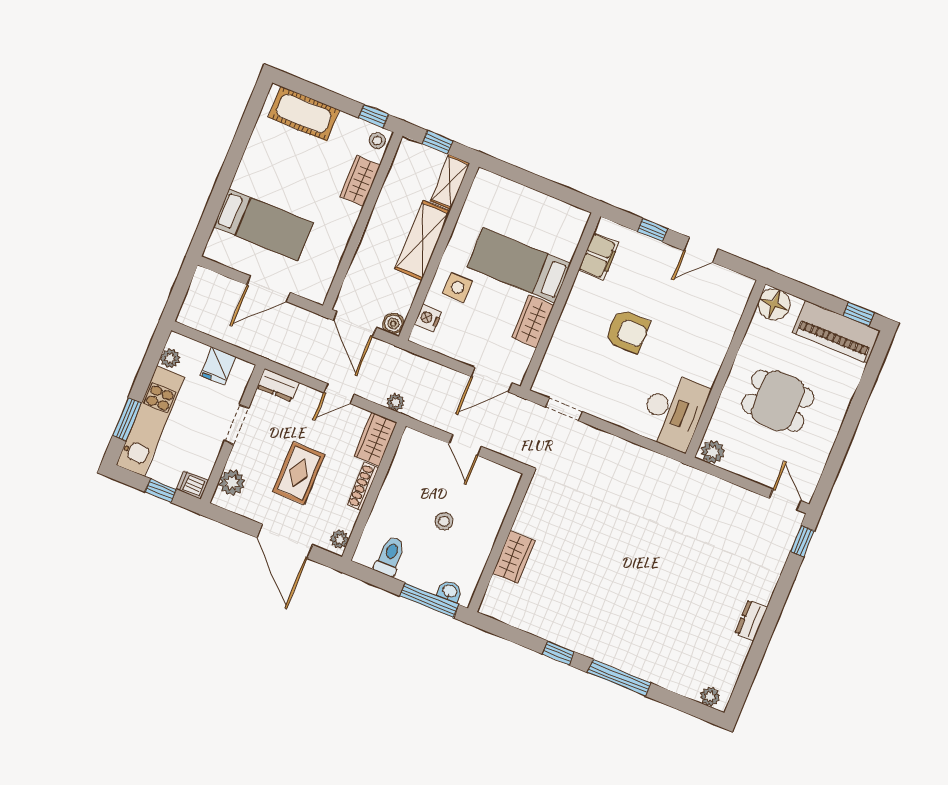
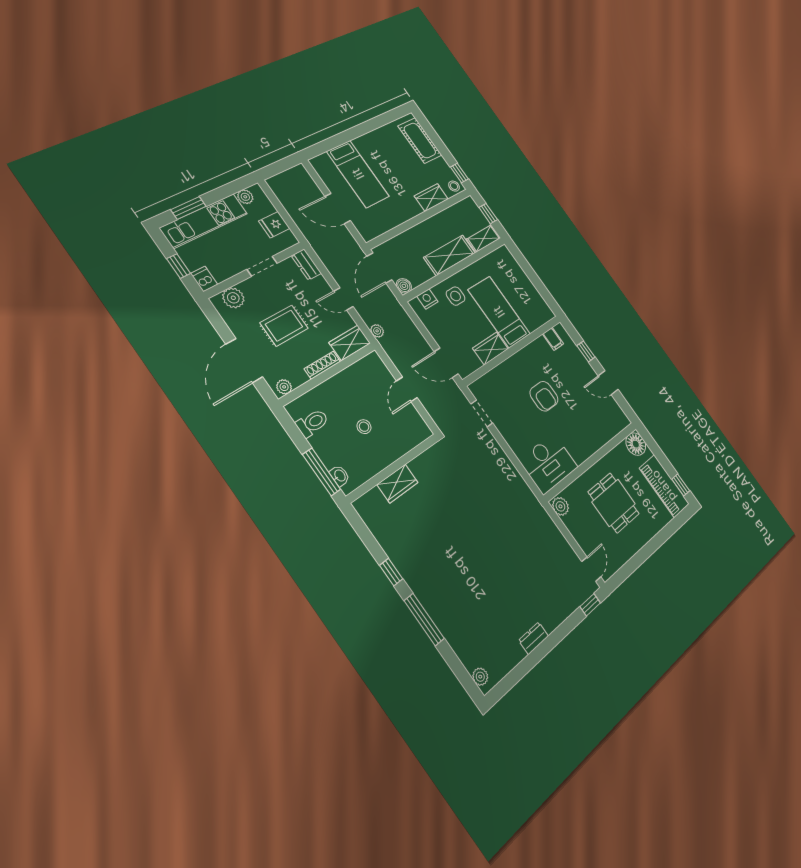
filing cabinet: (599, 256) -> (553, 339), width x0.50

